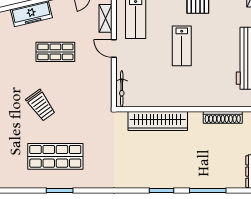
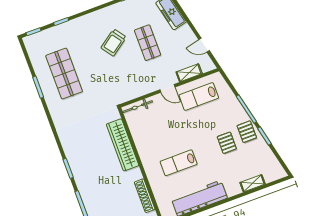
lab bench: (182, 46) -> (179, 163), moved
door: (114, 49) -> (167, 88), swing flipped
trolley: (41, 105) -> (114, 42), moved

